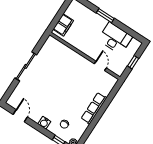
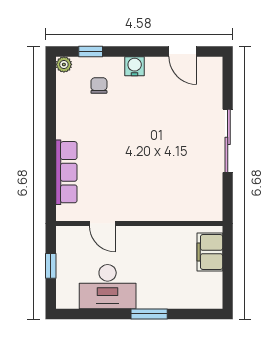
row of seats: (94, 108) -> (66, 172), moved

